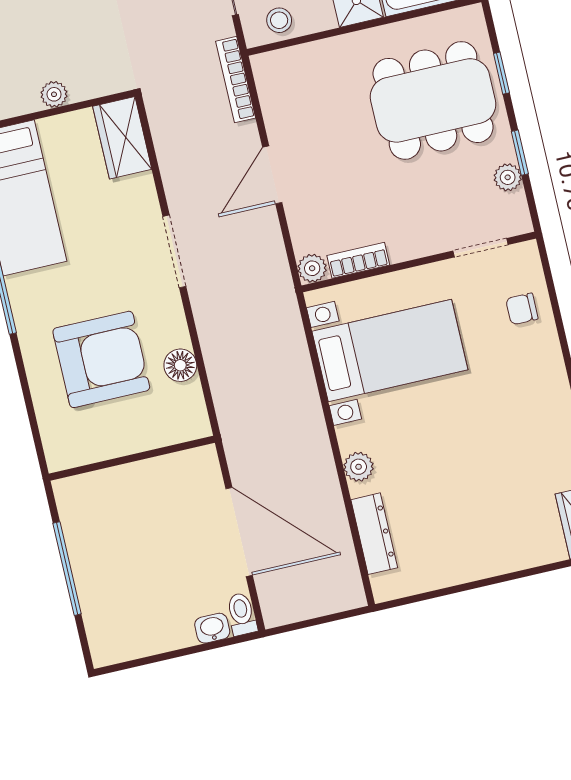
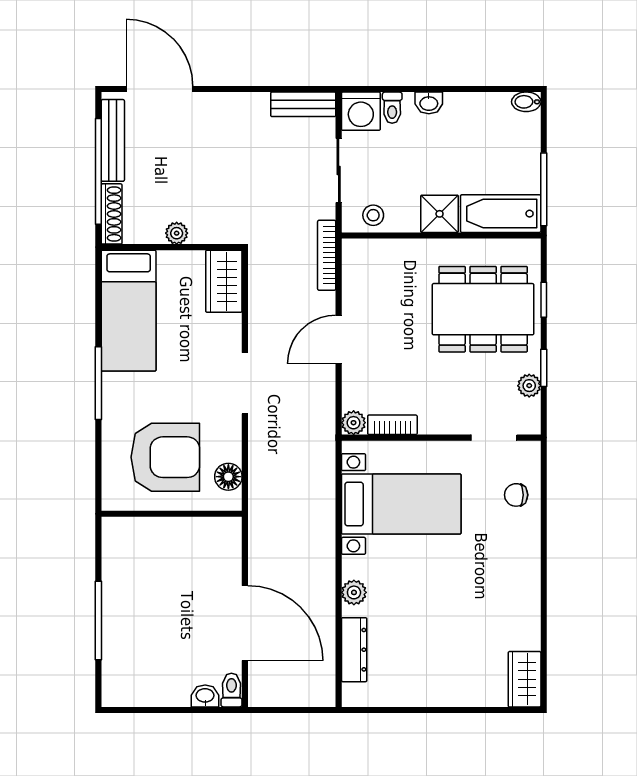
wall: (132, 458) -> (172, 514), moved

